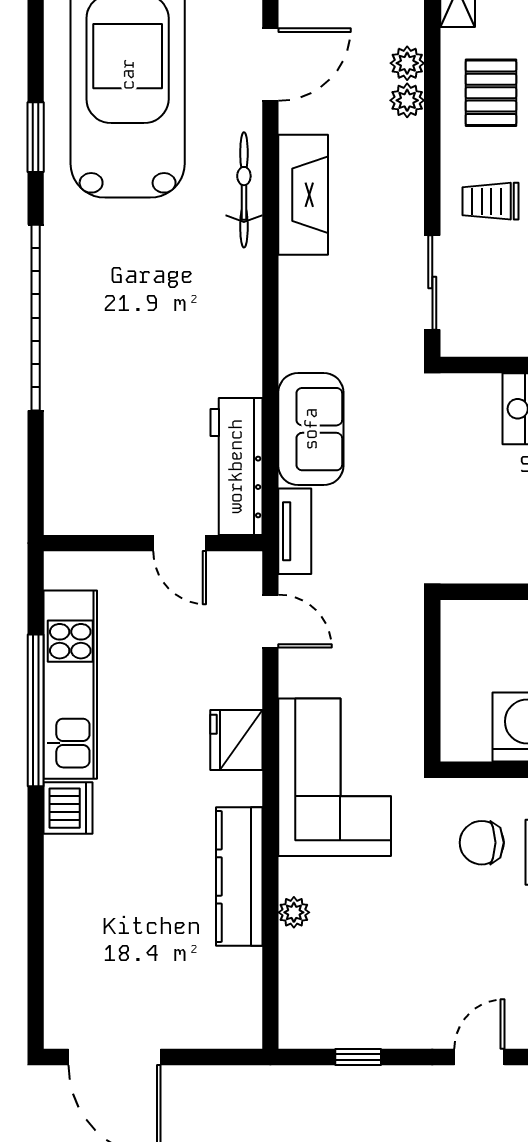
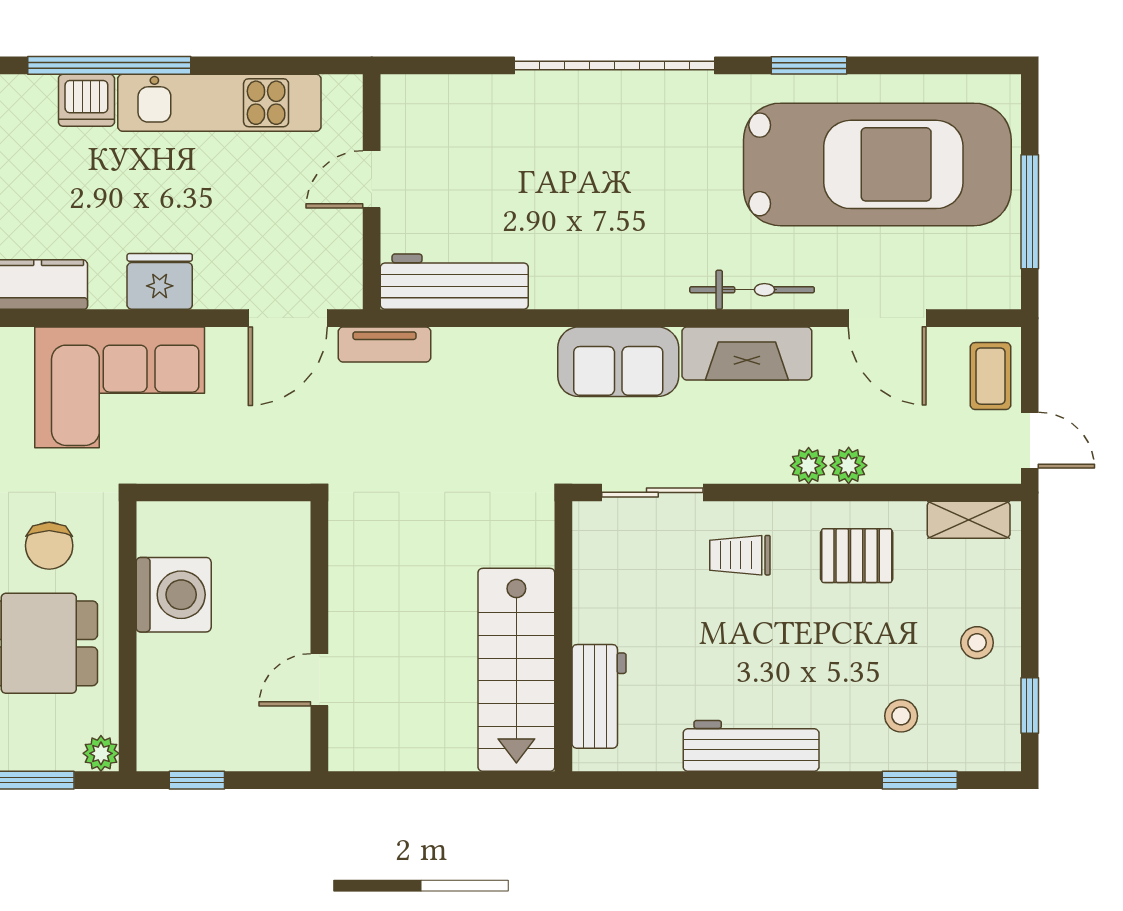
plant: (407, 63) -> (809, 466), moved
trolley: (490, 201) -> (740, 555), turned -90
sofa: (311, 429) -> (618, 362), moved
door: (180, 543) -> (372, 179), moved
door: (270, 621) -> (288, 318), width x1.38
window: (36, 710) -> (109, 65), moved
chair: (482, 843) -> (49, 546), turned 180

